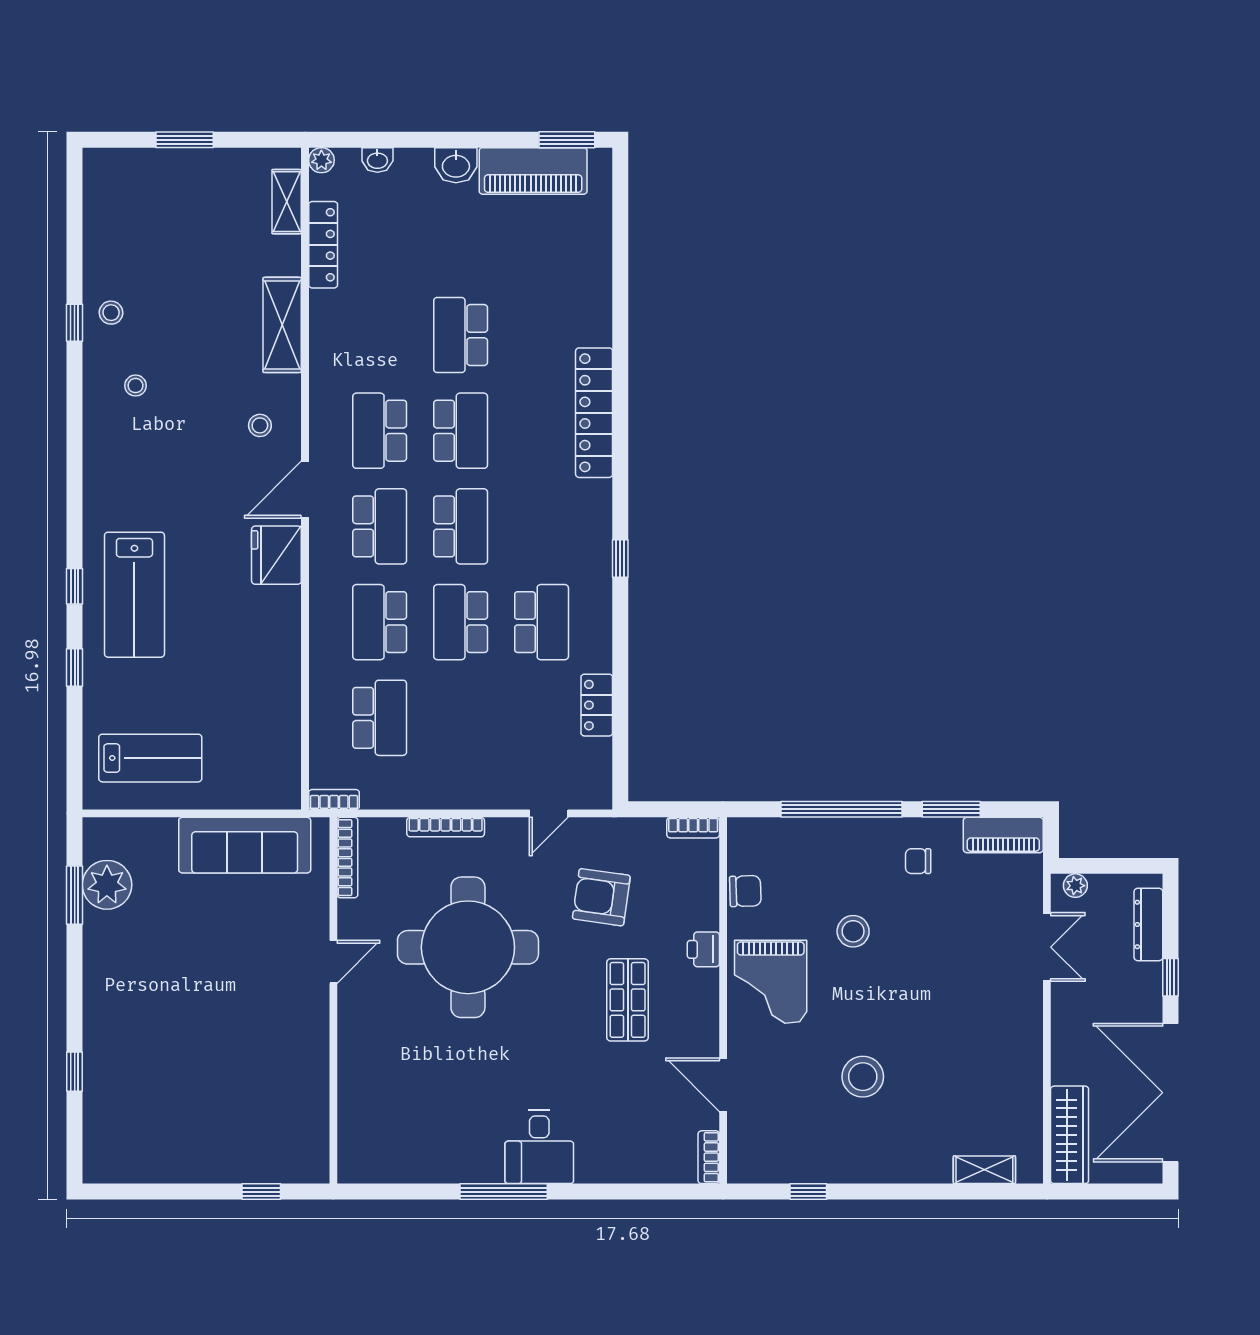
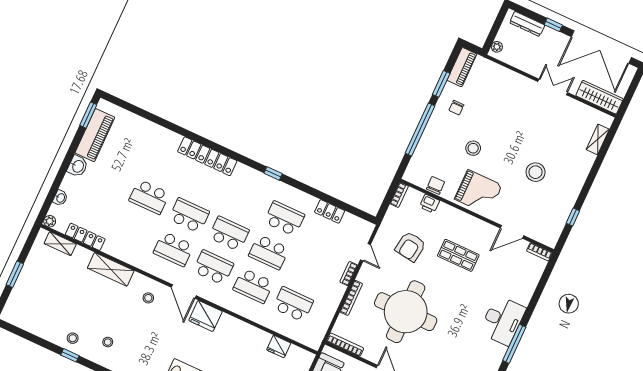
fridge: (283, 728) -> (279, 346), added
bookcase: (334, 800) -> (349, 274), moved
double door: (1047, 947) -> (553, 87), moved
printer: (703, 949) -> (430, 204), moved
desk: (539, 1147) -> (502, 320), width x1.37

